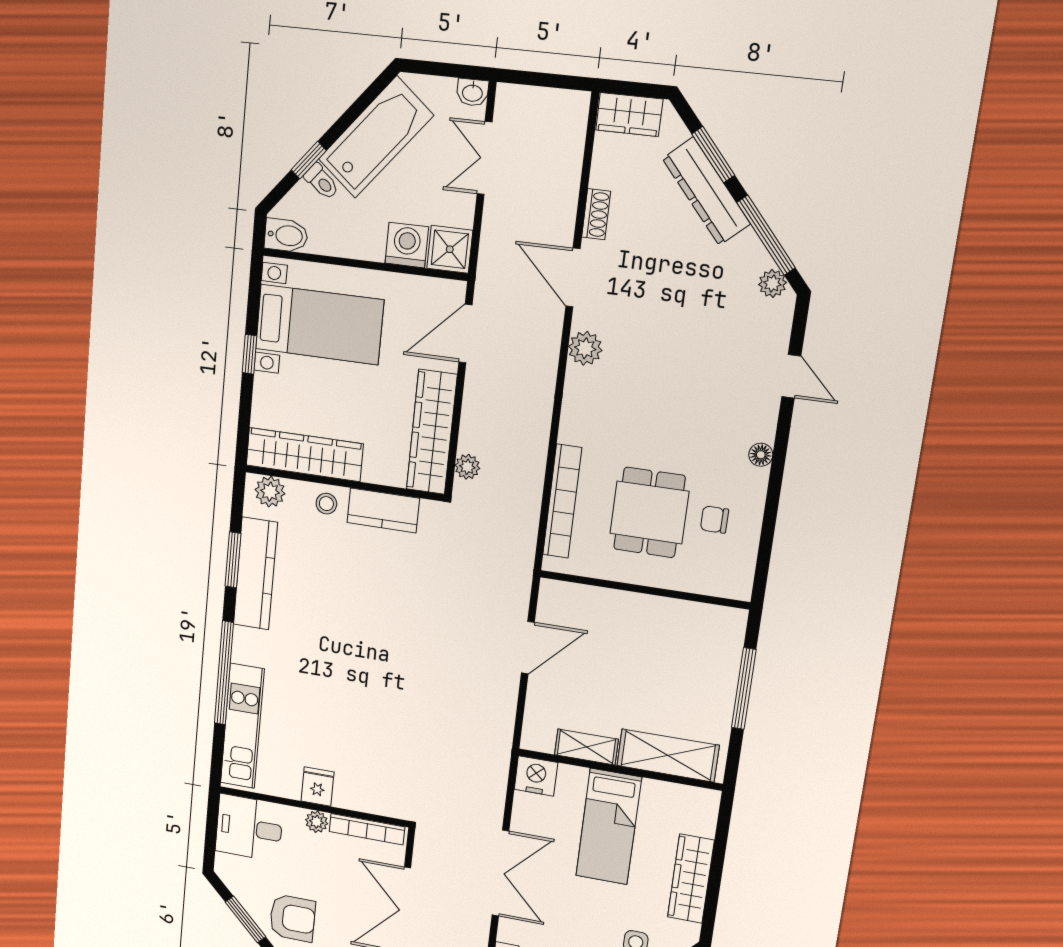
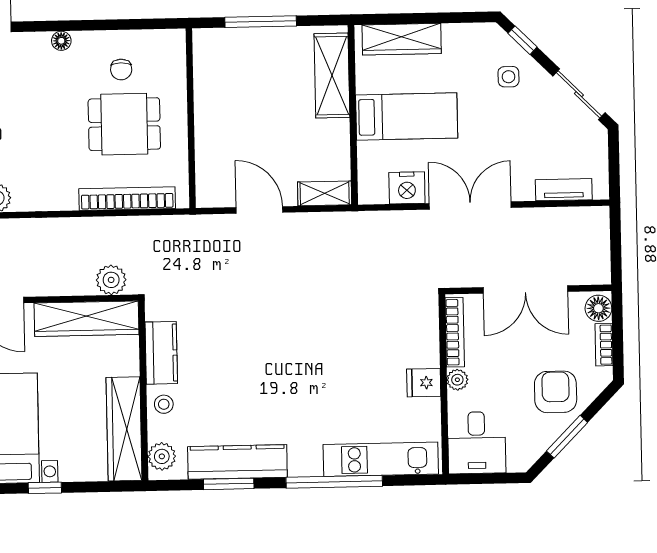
plant: (467, 467) -> (111, 280), width x1.38, depth x1.38
shelving: (586, 747) -> (325, 193), moved, turned 90
nightstand: (536, 776) -> (407, 188), moved, turned -90
wardrobe: (691, 879) -> (402, 39), moved

